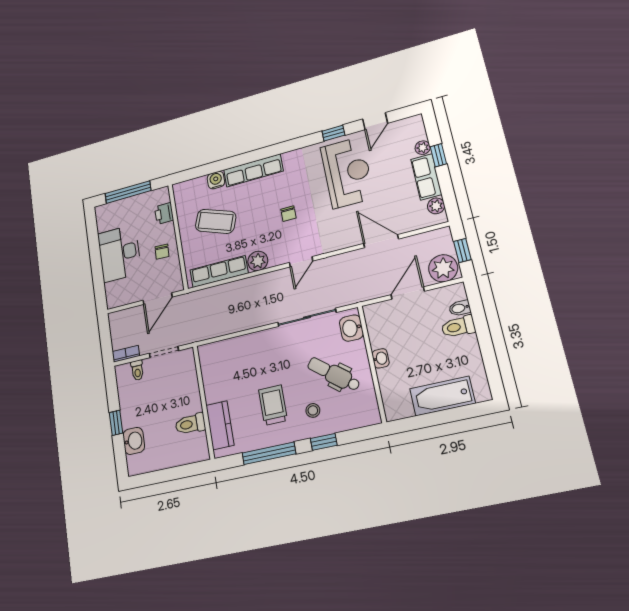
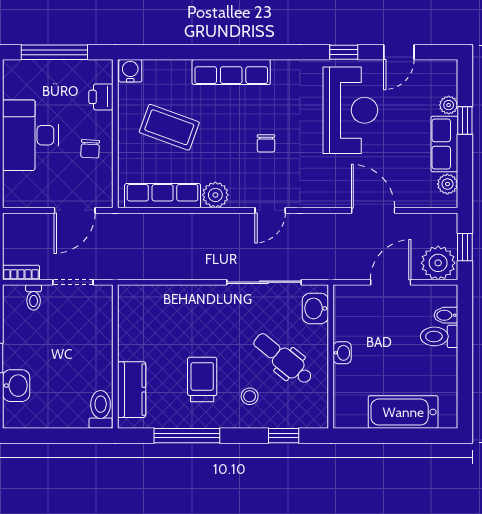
water cooler: (216, 180) -> (130, 71), moved
toilet: (190, 424) -> (101, 409), moved, turned 90
window: (324, 442) -> (284, 436), moved

